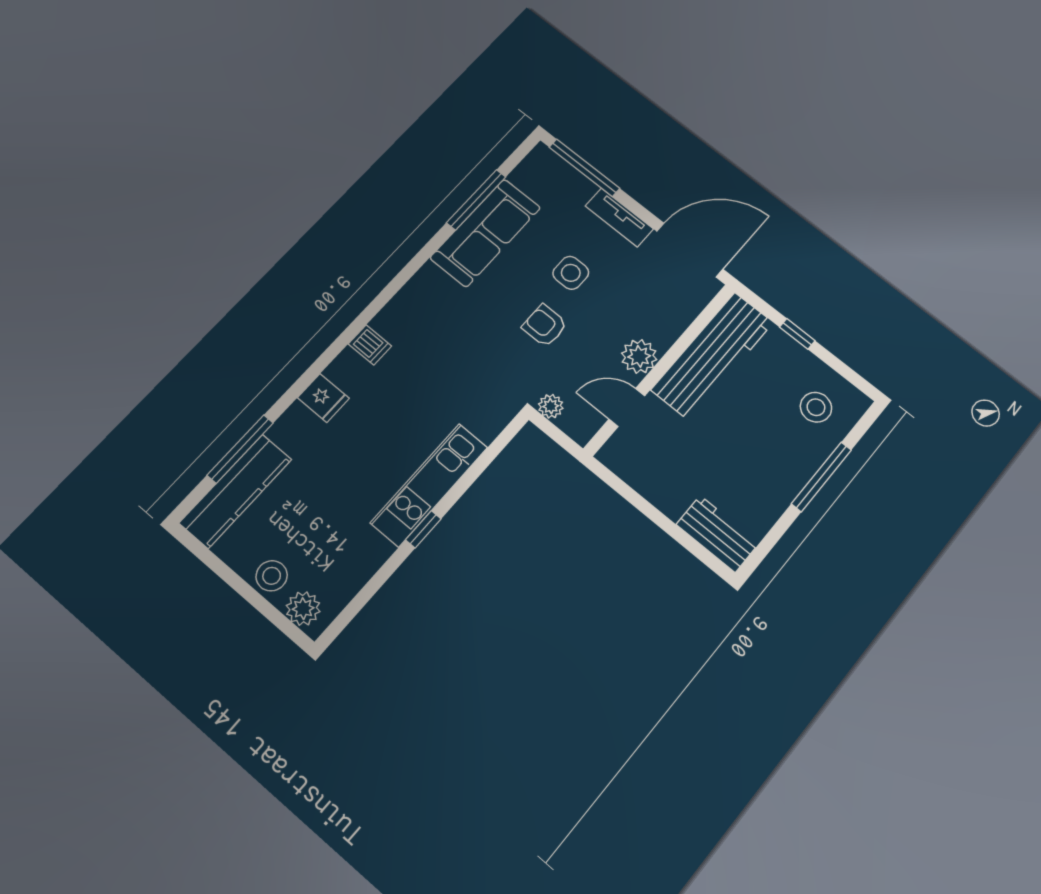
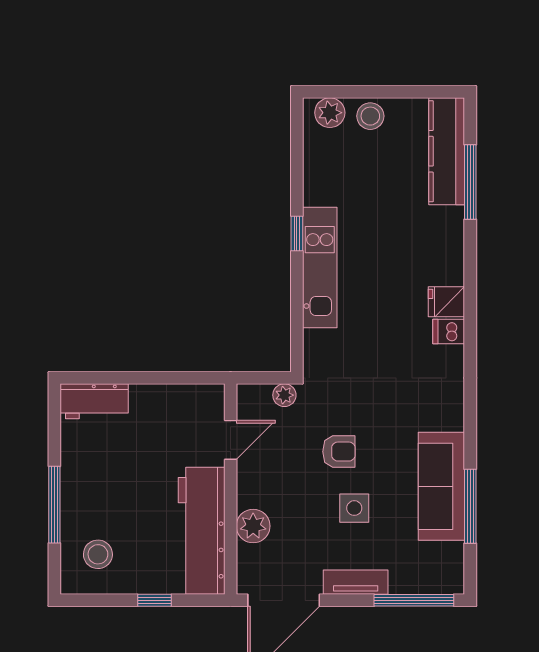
plant: (639, 356) -> (253, 526), moved
fridge: (323, 398) -> (446, 302), moved

